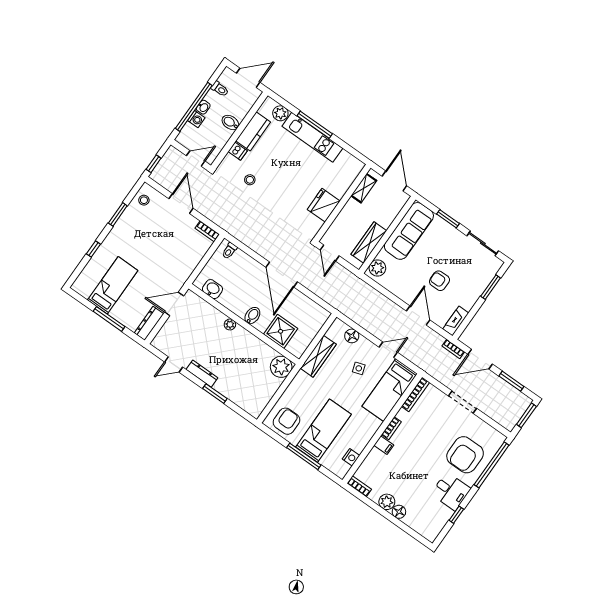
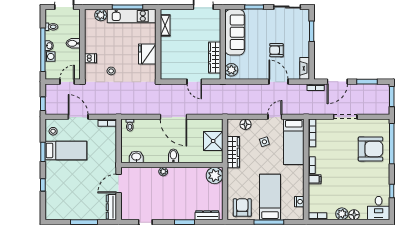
kitchen counter: (253, 131) -> (91, 39), removed
shelving: (364, 188) -> (165, 25), moved
wall: (342, 203) -> (158, 44), moved
fridge: (324, 205) -> (147, 54), moved
bed: (113, 285) -> (66, 150), moved, turned 90
shower: (281, 331) -> (213, 141), moved
dresser: (202, 374) -> (207, 215), moved
armchair: (465, 455) -> (370, 149), turned -90
desk: (451, 491) -> (379, 208), moved, turned 90

